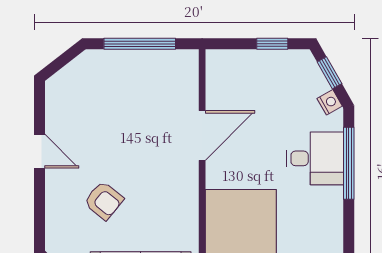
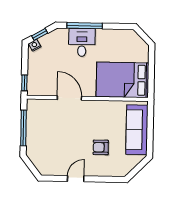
window: (272, 44) -> (24, 83), moved
nightstand: (330, 102) -> (35, 45), moved
armchair: (104, 201) -> (101, 147), turned -129

